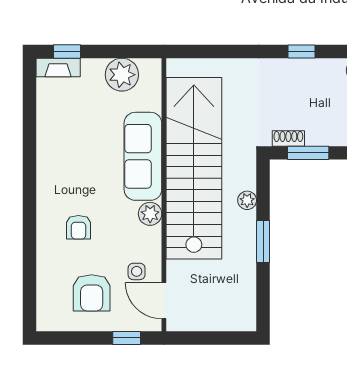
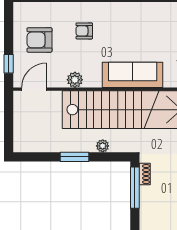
window: (308, 153) -> (135, 188), width x1.44
plant: (150, 214) -> (75, 80), moved
side table: (137, 271) -> (54, 71), removed

